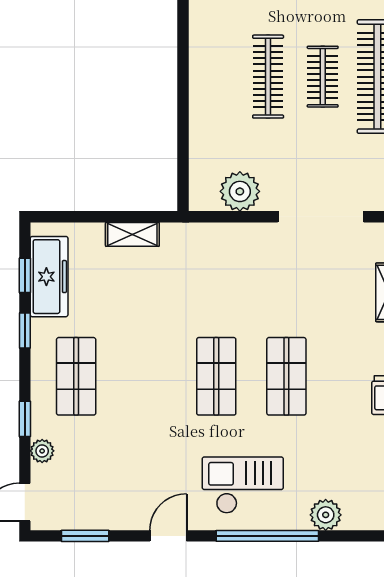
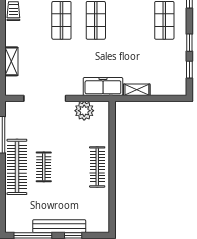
clothes rail: (268, 77) -> (97, 167), moved
freezer: (49, 277) -> (103, 87), moved, turned 90

